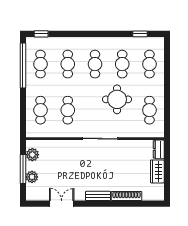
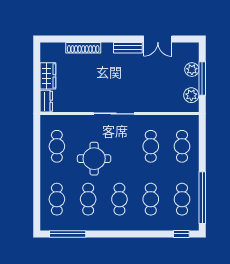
window: (140, 34) -> (68, 234), width x2.17
bench: (98, 196) -> (128, 48), moved

